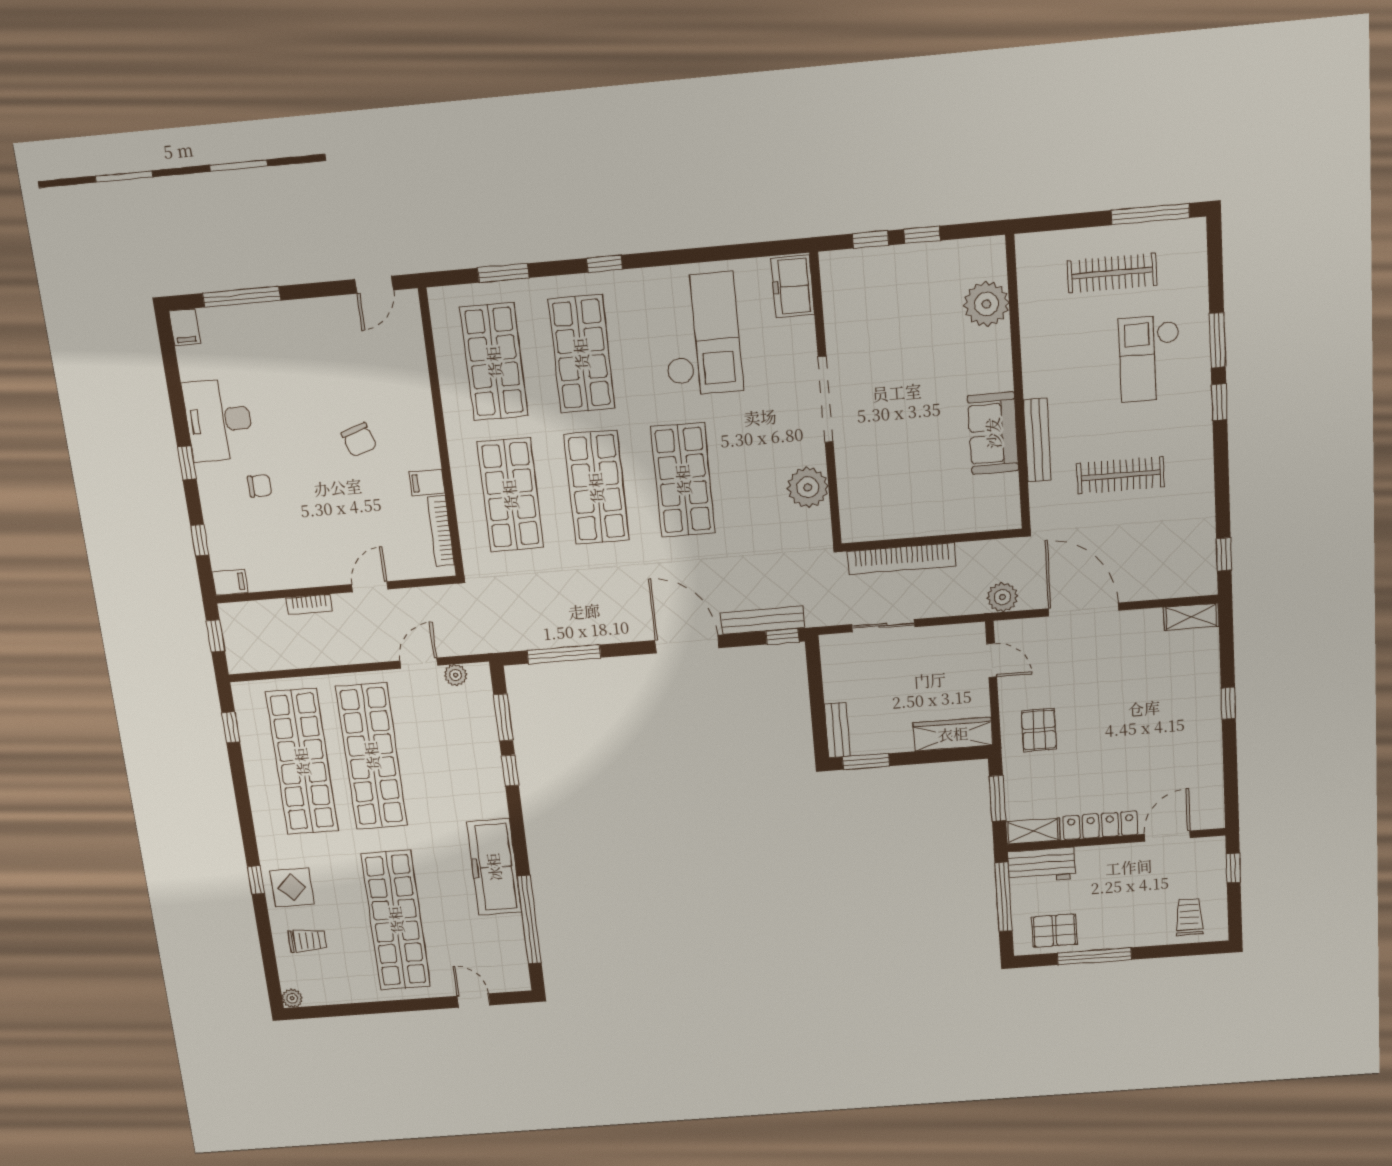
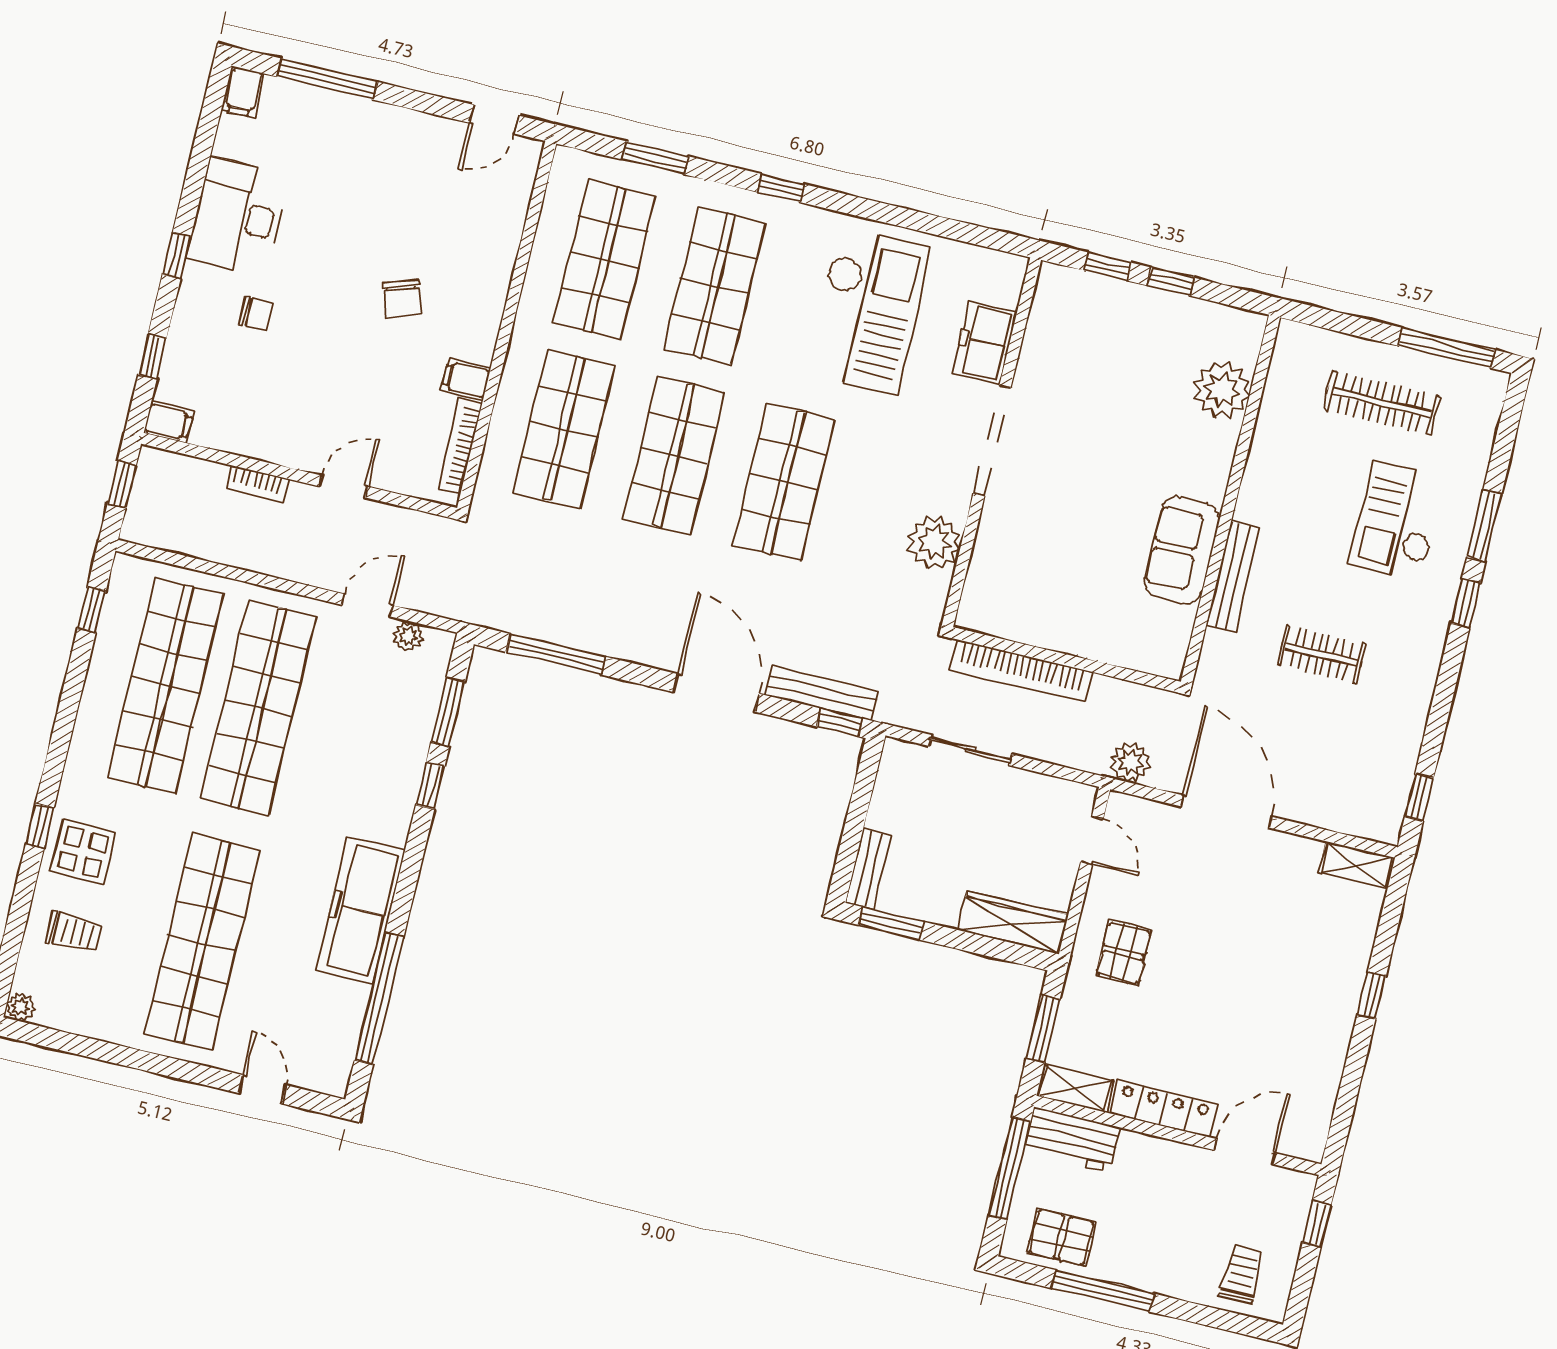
freezer: (793, 286) -> (985, 343), moved
clothes rail: (1121, 475) -> (1321, 654), width x0.73

